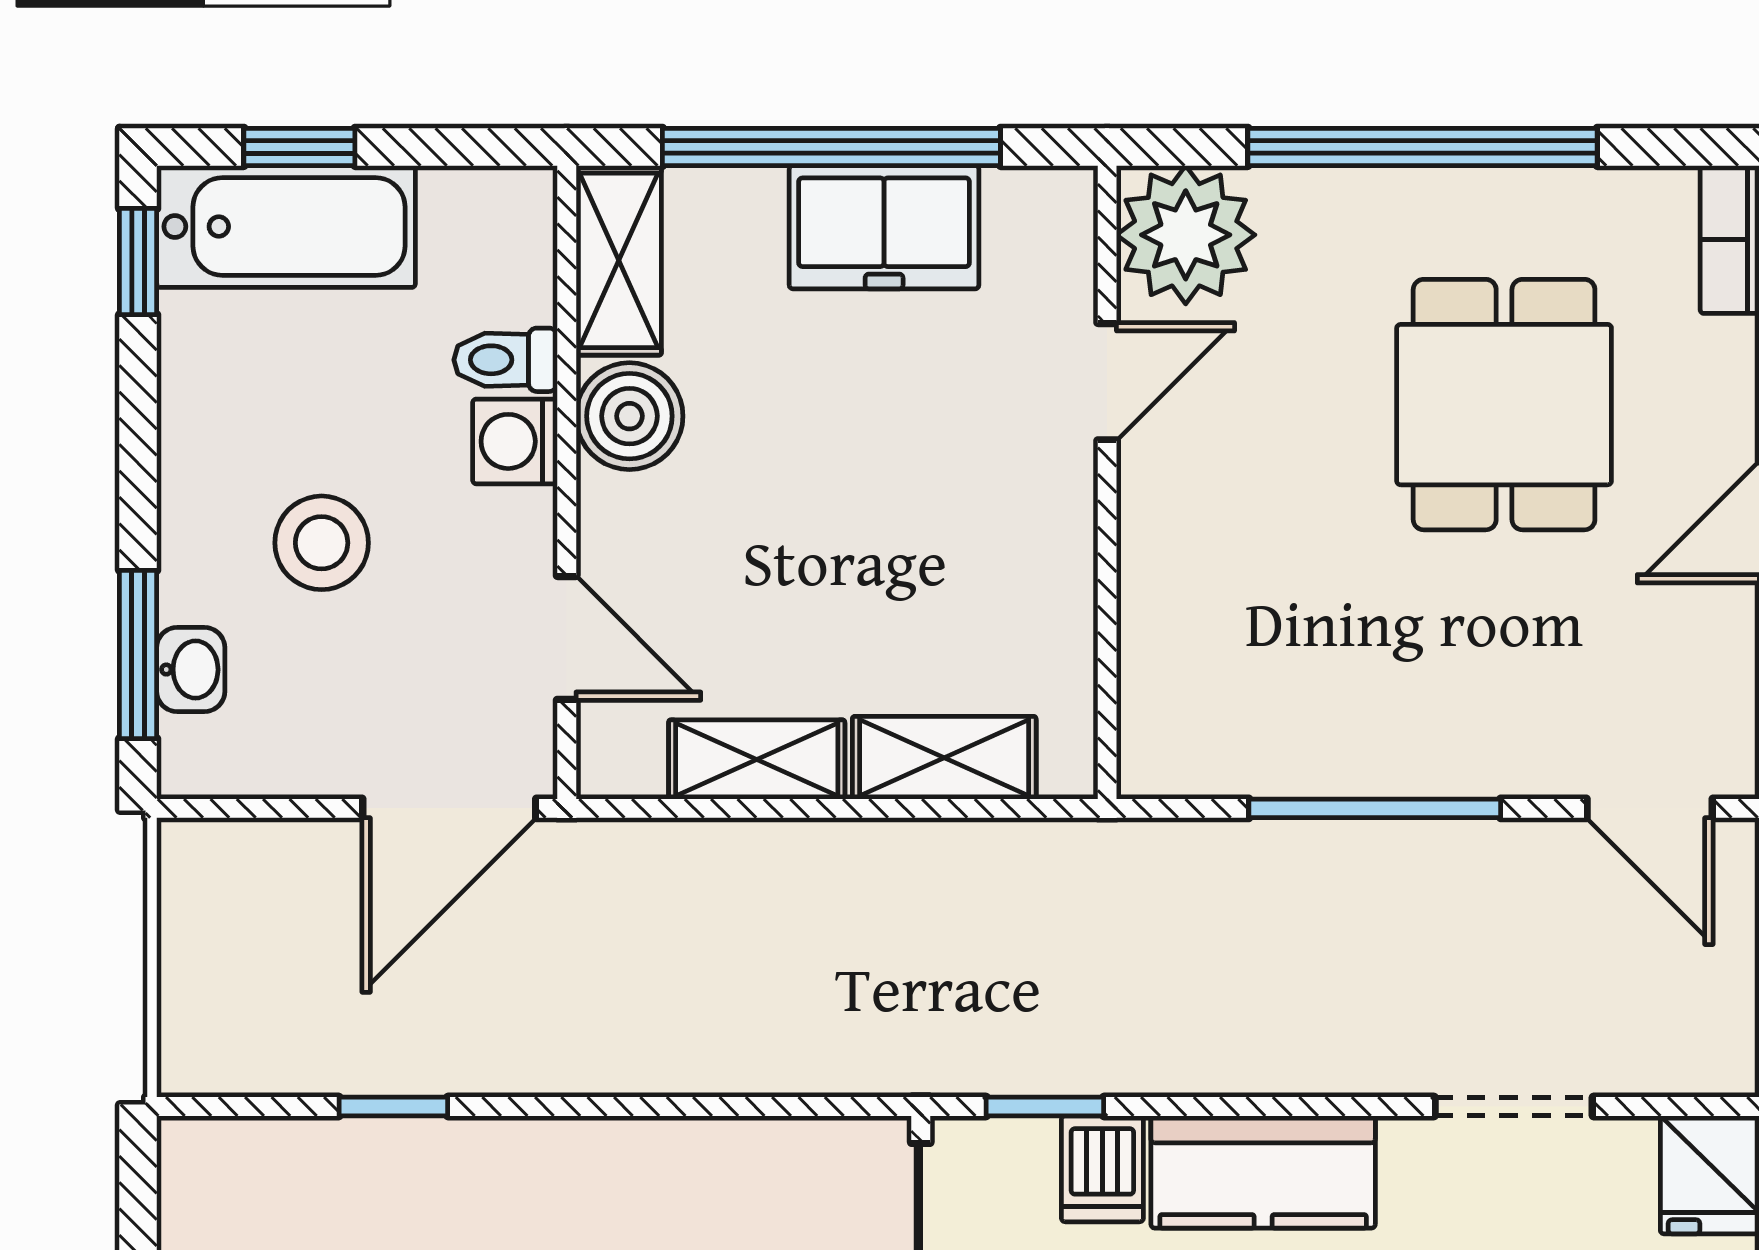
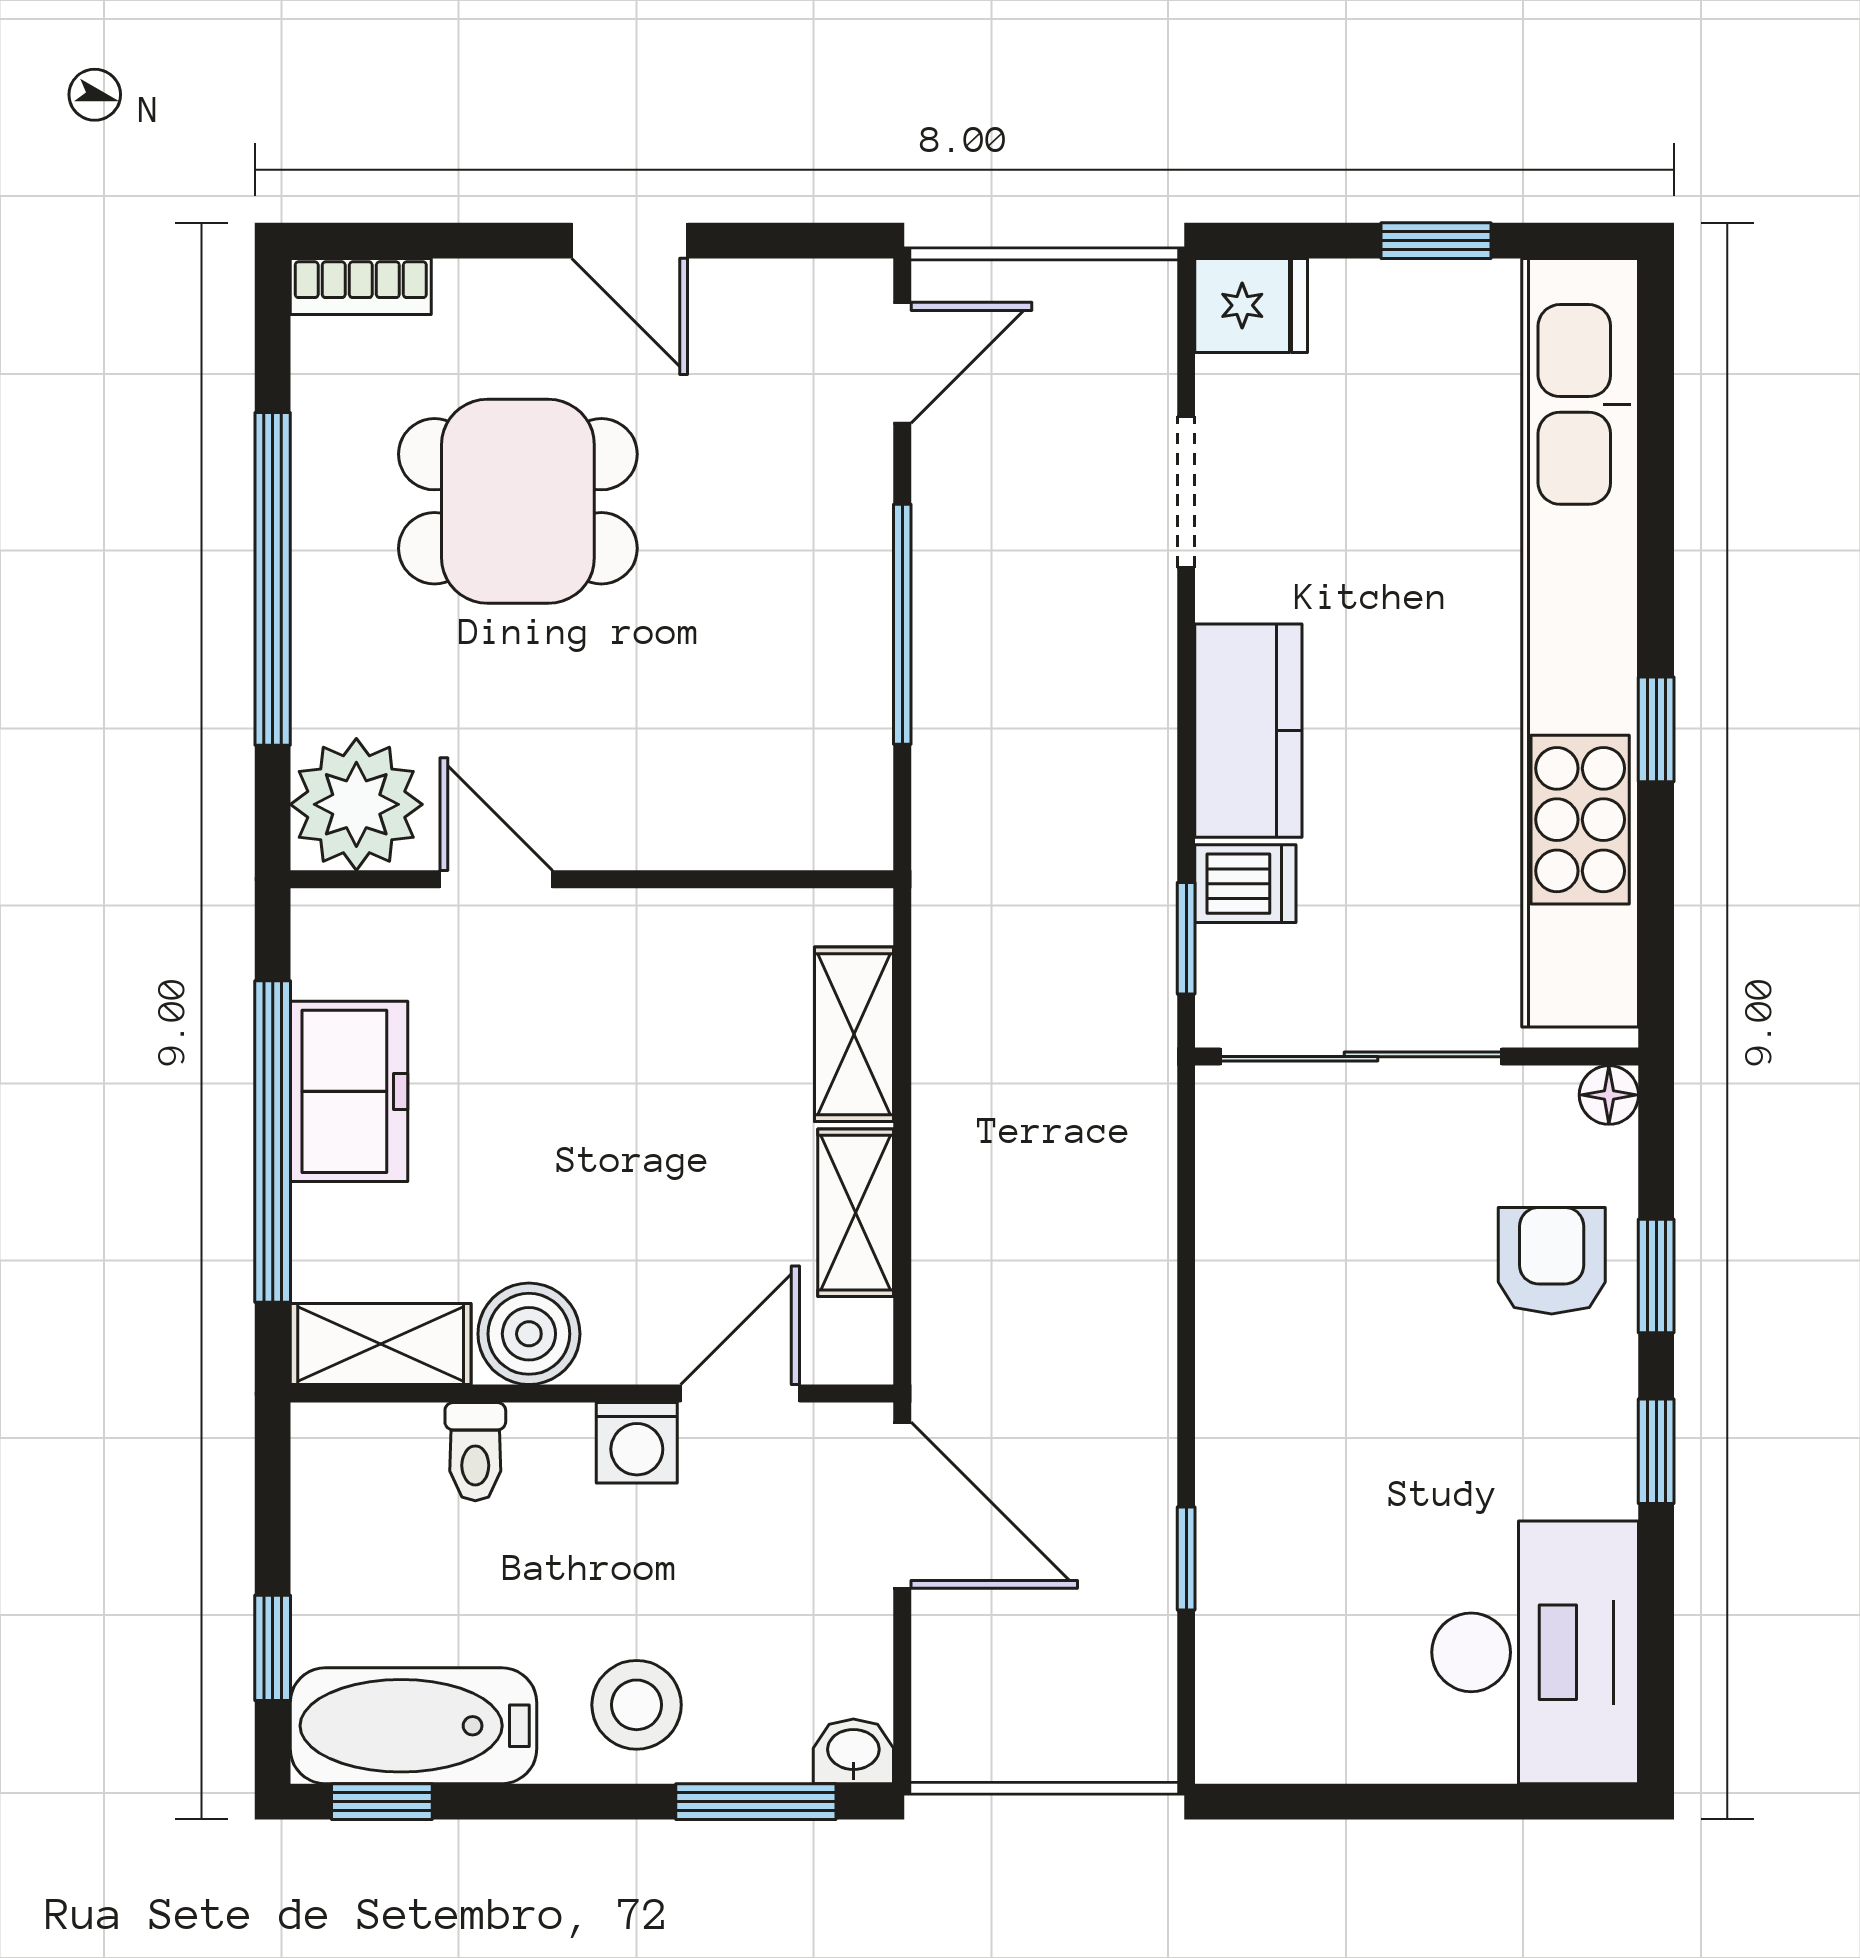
bathtub: (286, 227) -> (413, 1726), moved, turned -90
washing machine: (515, 441) -> (637, 1443), moved
stool: (322, 543) -> (637, 1705), moved
washbasin: (191, 670) -> (853, 1751), moved

